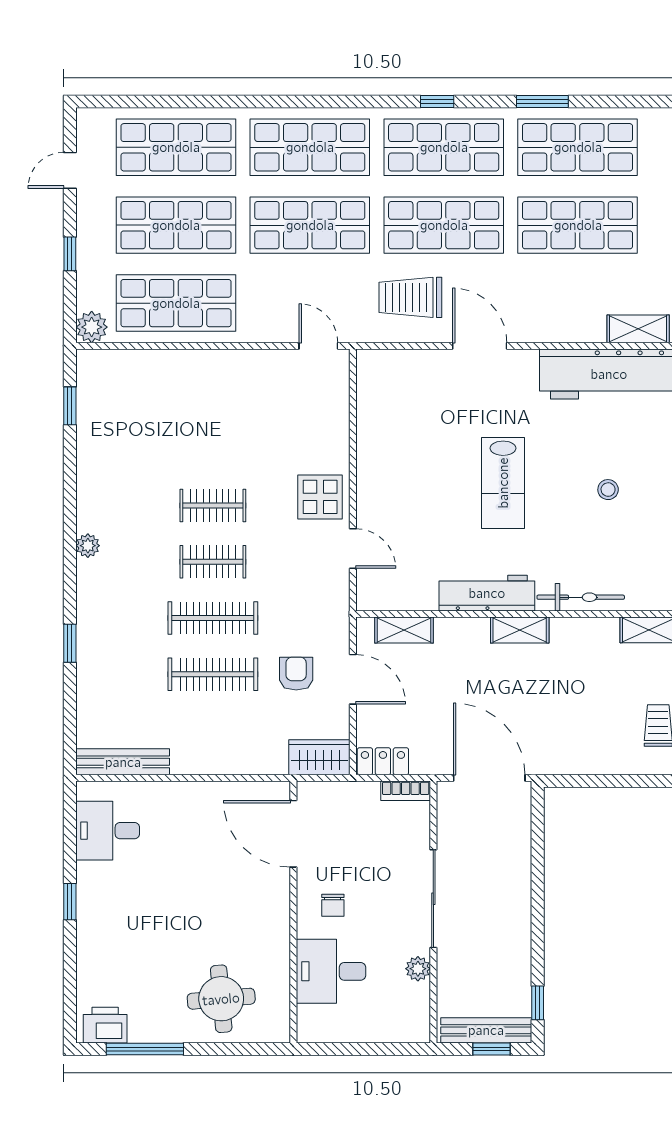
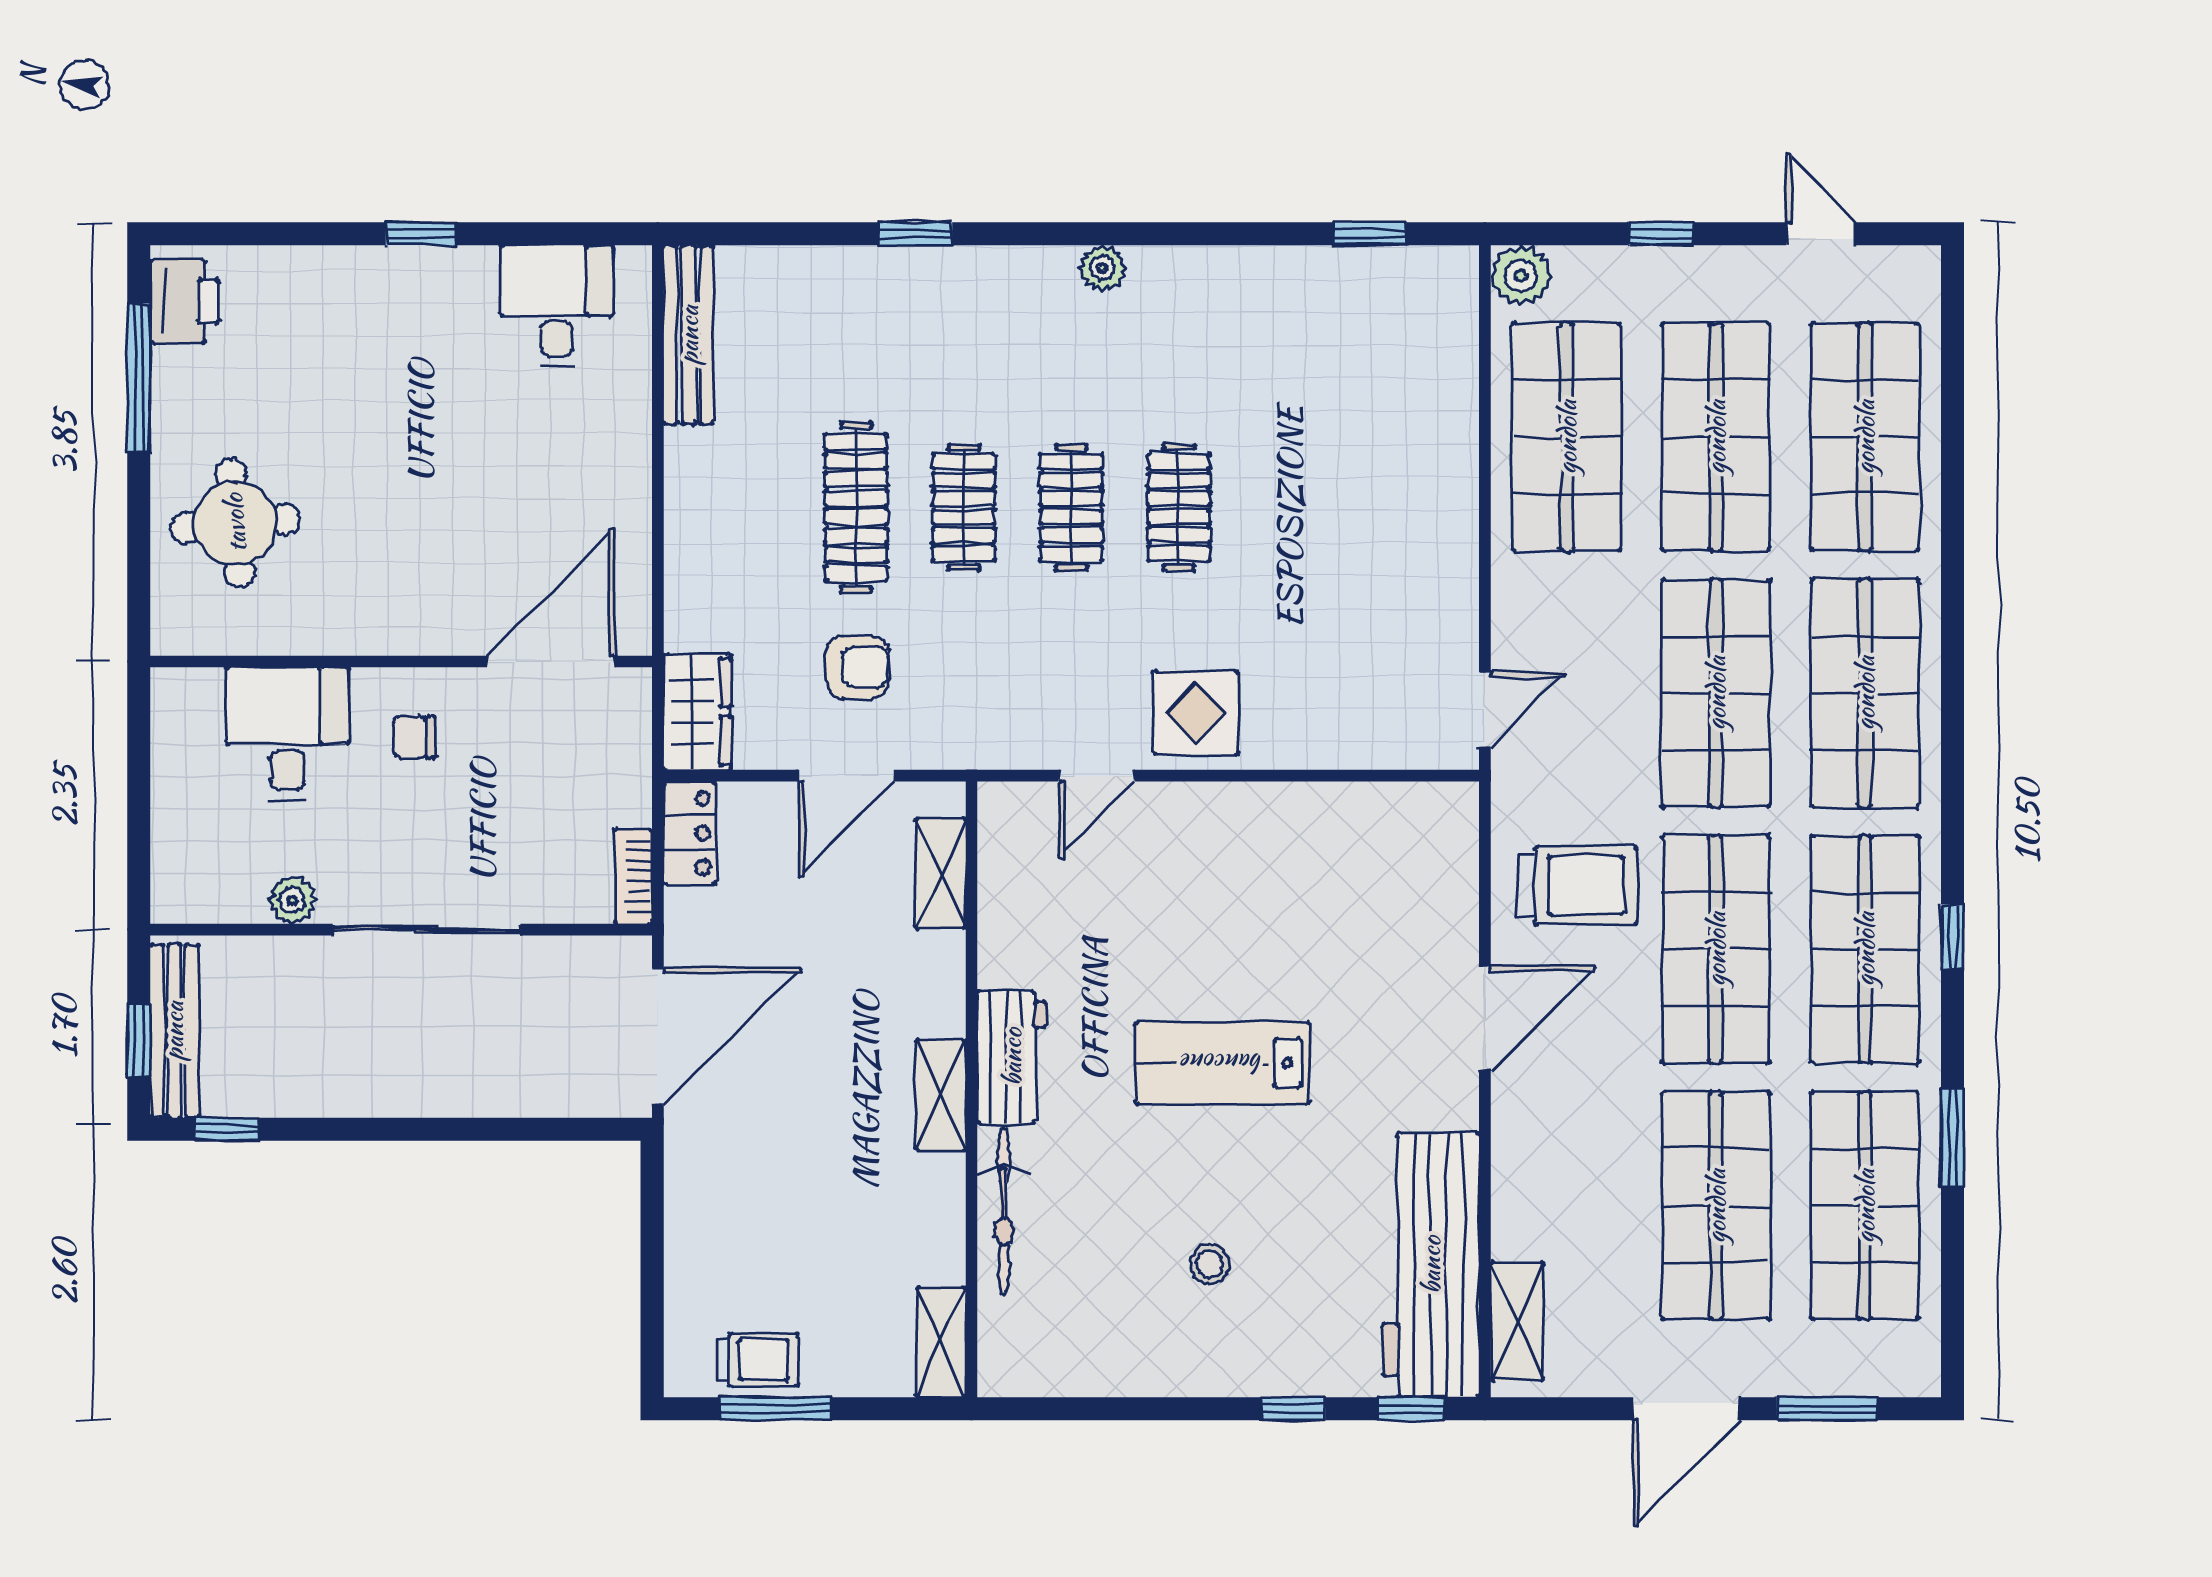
trolley: (410, 297) -> (1578, 885), turned 90
workbench: (487, 593) -> (1012, 1057), width x0.73
clothes rail: (213, 618) -> (964, 508), width x0.73

